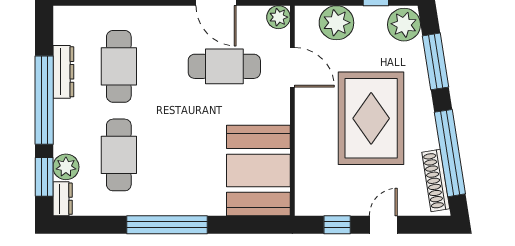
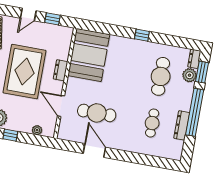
plant: (278, 17) -> (64, 134), removed
plant: (336, 23) -> (37, 130), width x0.53, depth x0.53
cafe table: (119, 66) -> (152, 123), width x0.73, depth x0.74
dresser: (305, 133) -> (61, 70), added
window: (167, 225) -> (142, 35), width x0.32

